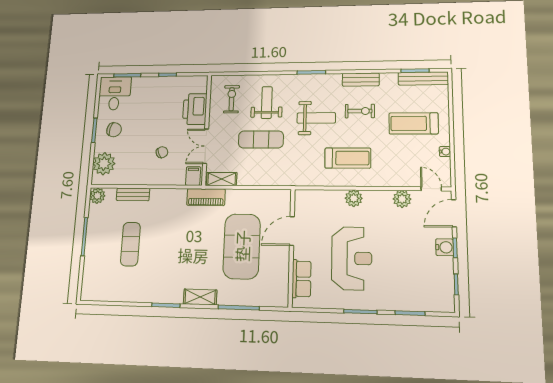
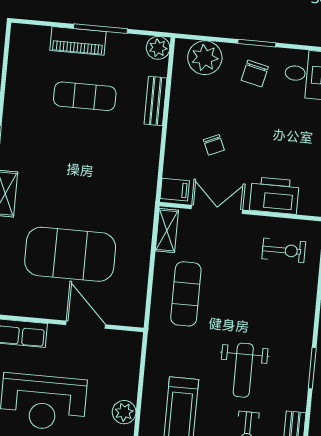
weight bench: (267, 103) -> (273, 301), removed
exercise mat: (261, 139) -> (186, 294), moved
piano: (206, 197) -> (78, 41), moved, turned -90

